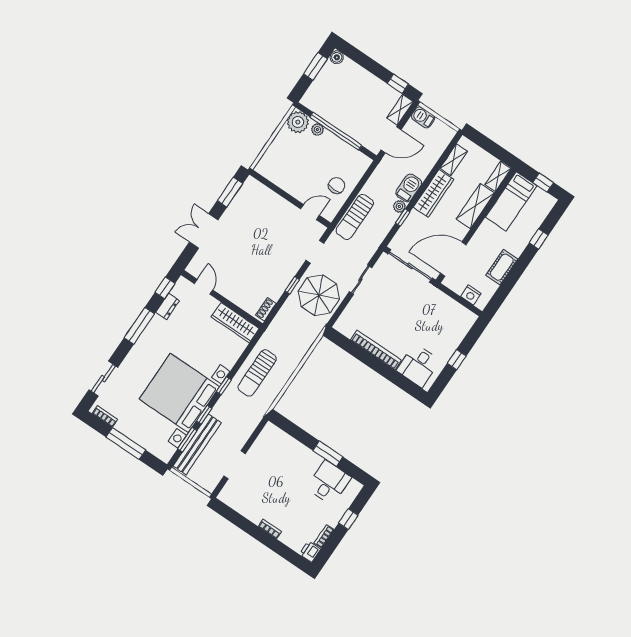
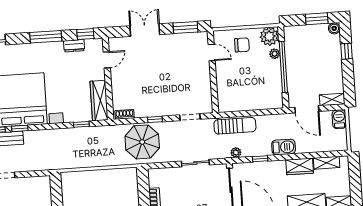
window: (398, 84) -> (347, 51), moved
chair: (337, 186) -> (242, 45), moved
wardrobe: (434, 193) -> (300, 166), width x0.67
plant: (399, 206) -> (236, 153), moved
door: (310, 212) -> (212, 52), moved
sun lounger: (355, 217) -> (235, 126), turned 180
parasol: (319, 295) -> (142, 142), moved
sun lounger: (257, 373) -> (76, 142), removed
window: (224, 386) -> (81, 124), moved

